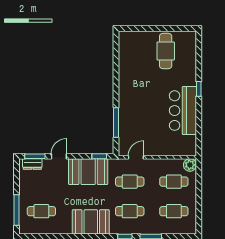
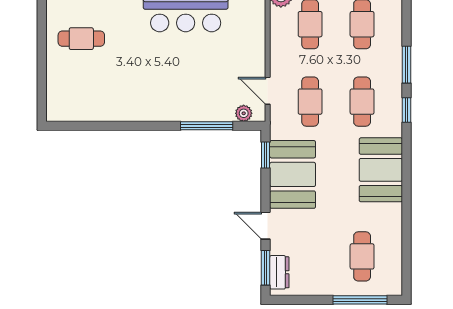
cafe table: (166, 51) -> (81, 39), width x0.73, depth x0.74
plant: (123, 144) -> (244, 113), added

